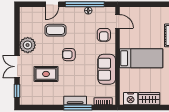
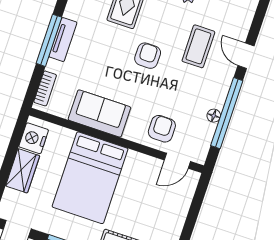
armchair: (104, 35) -> (162, 129), turned 90
bed: (141, 58) -> (90, 178), width x1.50

